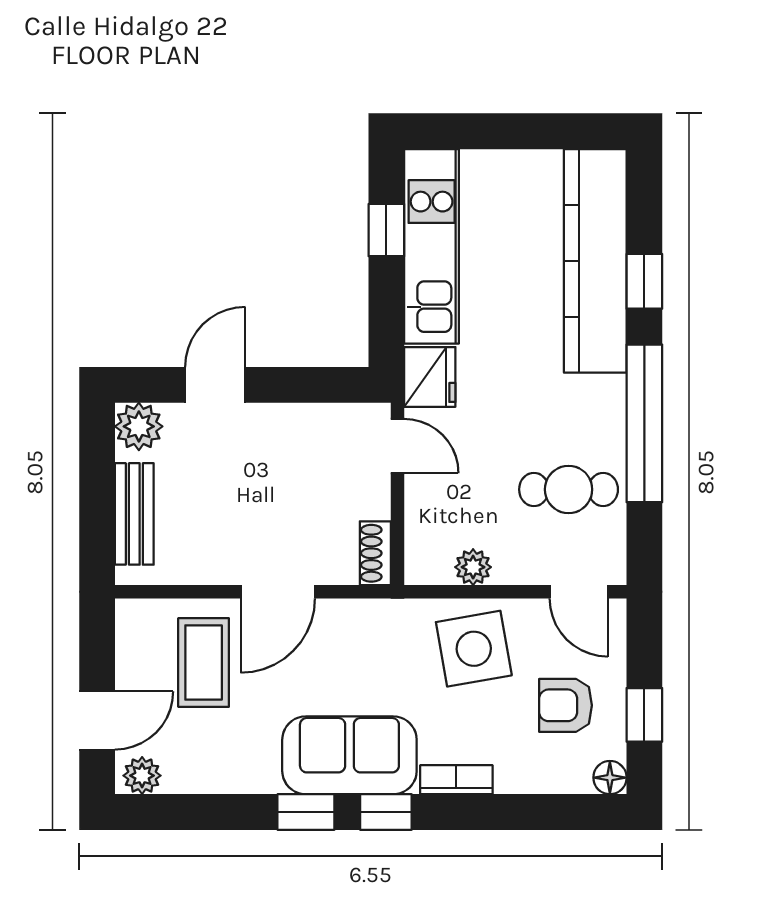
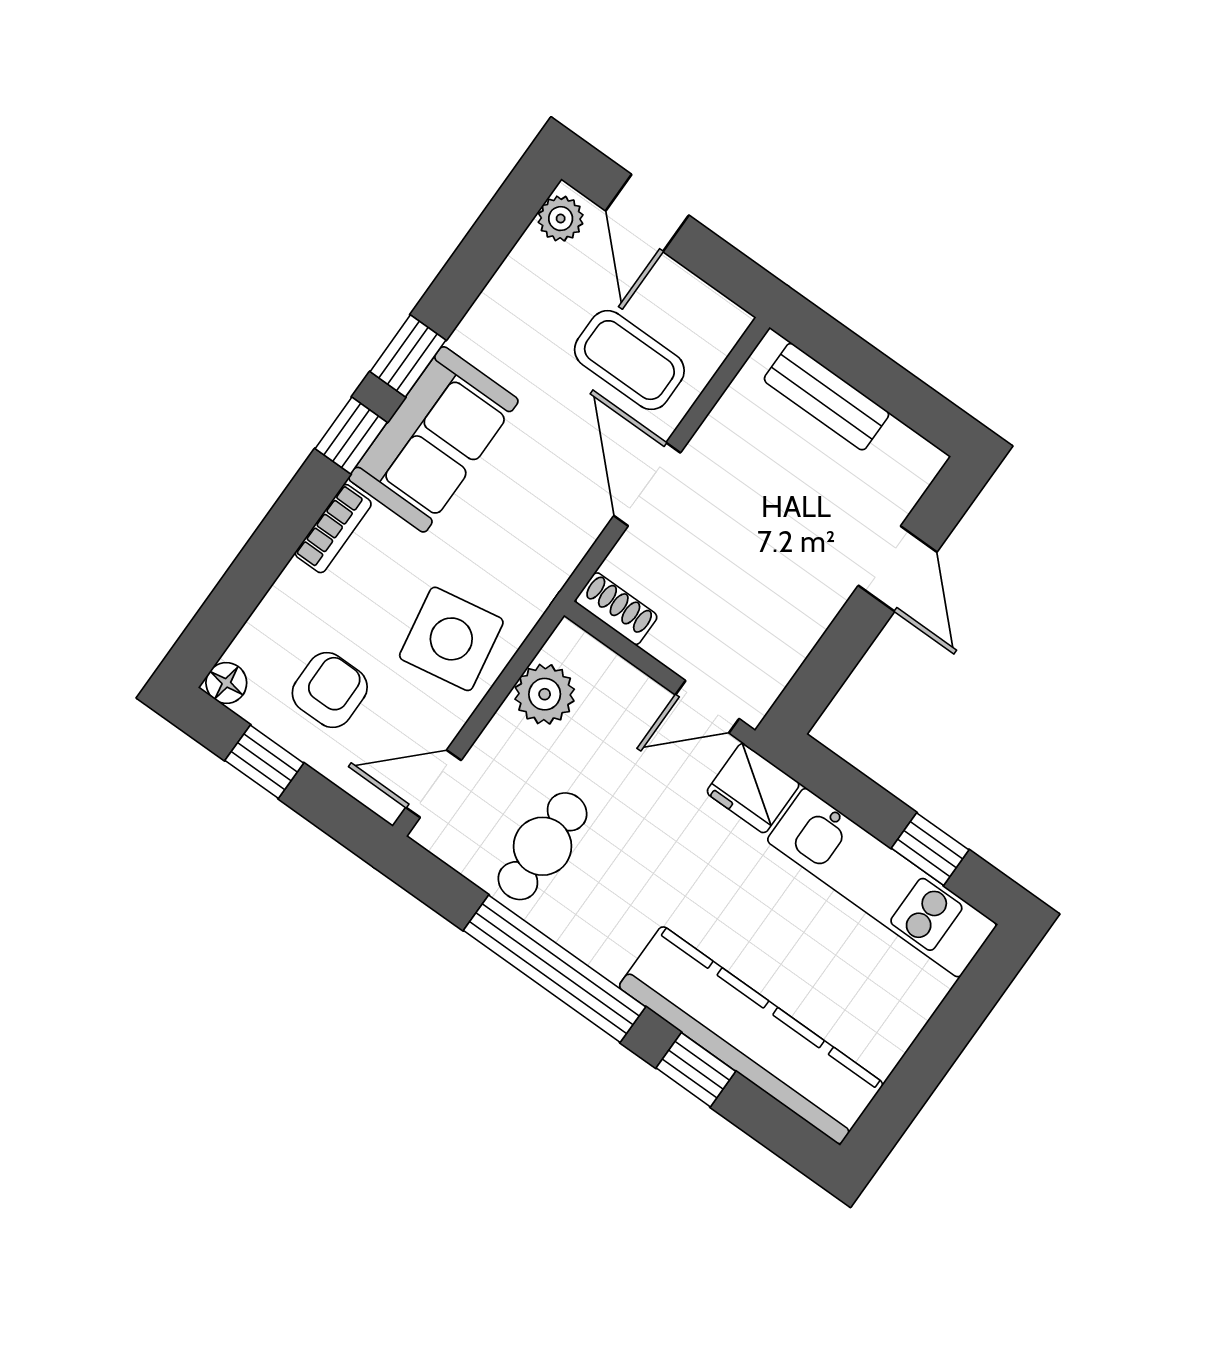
plant: (139, 426) -> (910, 463), removed
plant: (473, 567) -> (545, 694), width x1.38, depth x1.38

